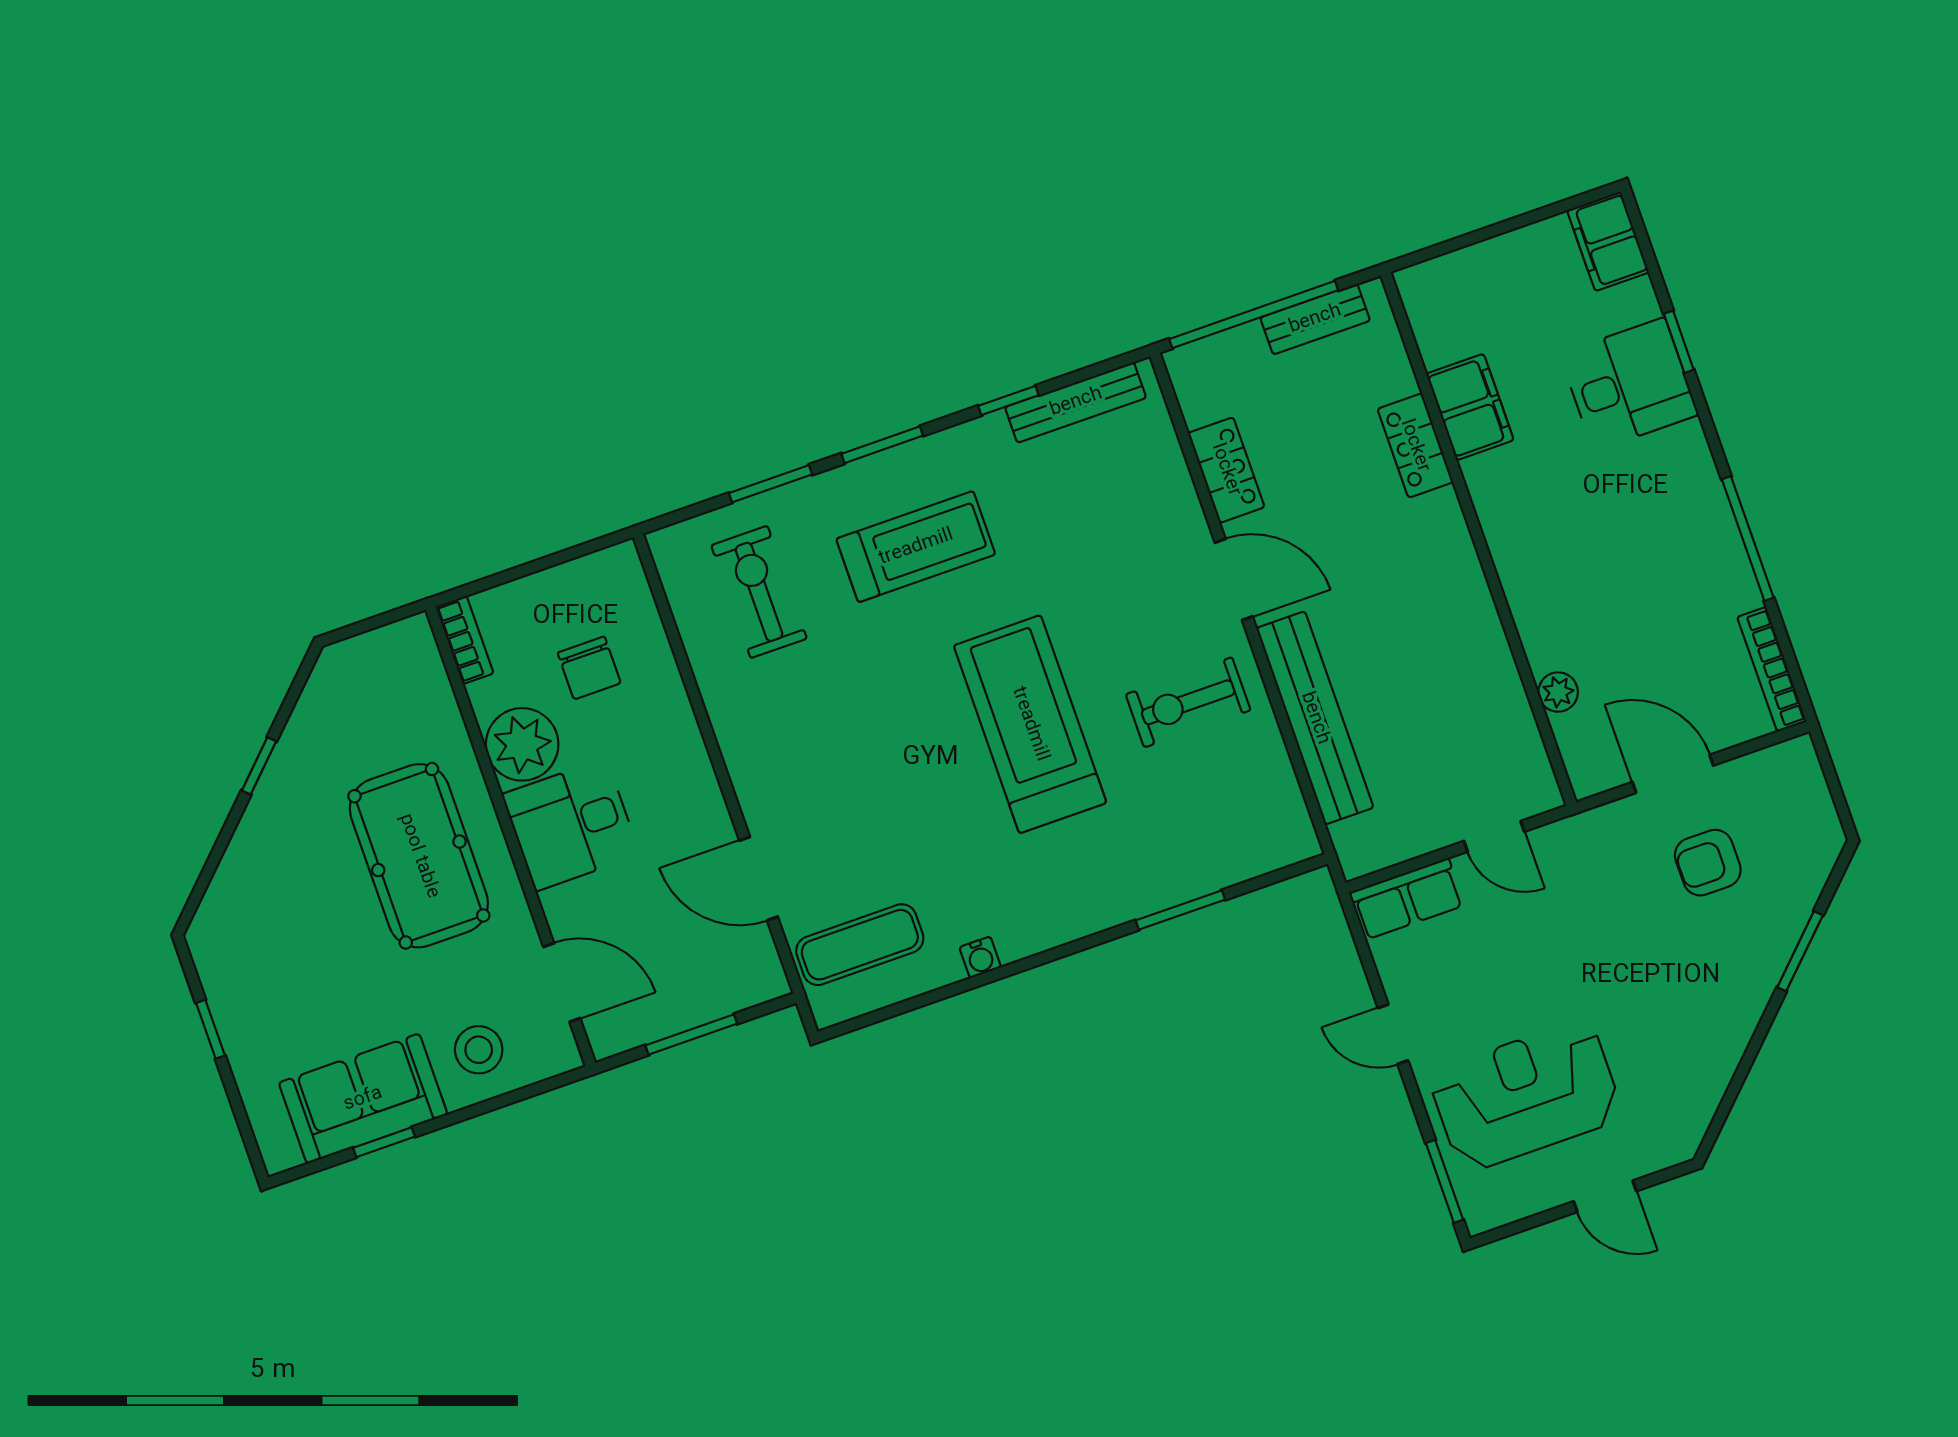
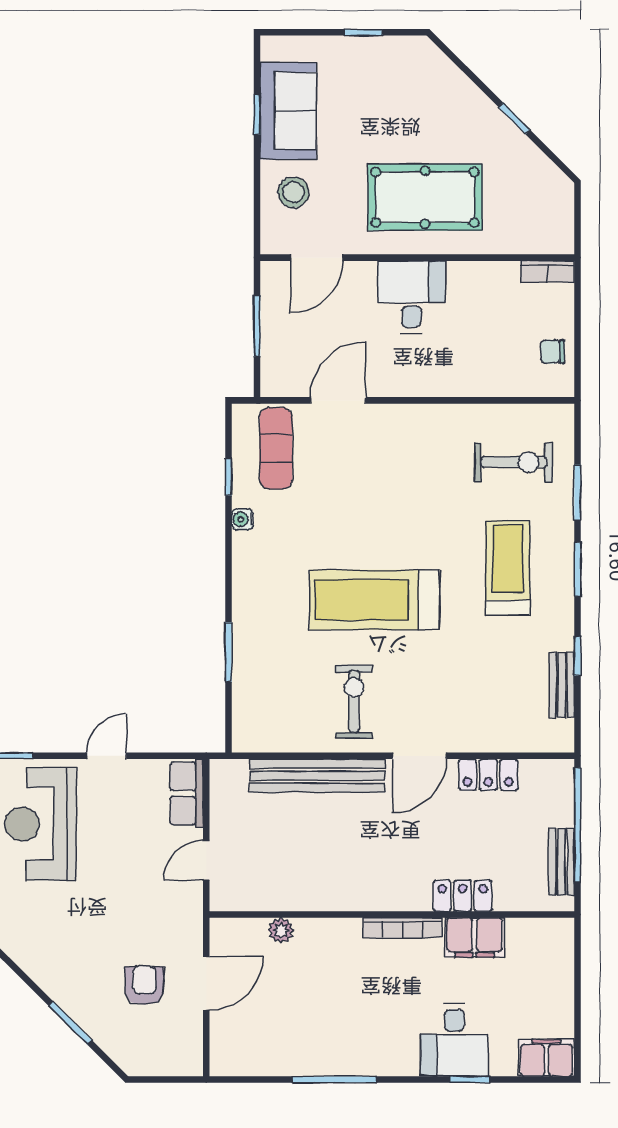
bench: (1076, 402) -> (562, 685), width x0.73
treadmill: (916, 547) -> (508, 568), turned 180
chair: (589, 668) -> (553, 352), moved, width x0.73, depth x0.73
bookcase: (1772, 669) -> (403, 928), moved, turned 180
treadmill: (1030, 724) -> (375, 600), turned 180
plant: (522, 744) -> (471, 284), removed
window: (926, 999) -> (228, 477), added
reception desk: (1526, 1096) -> (41, 824), turned 180

